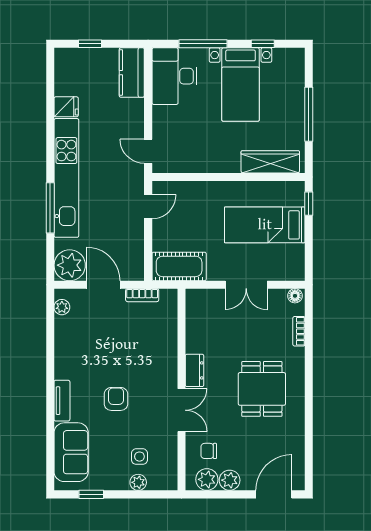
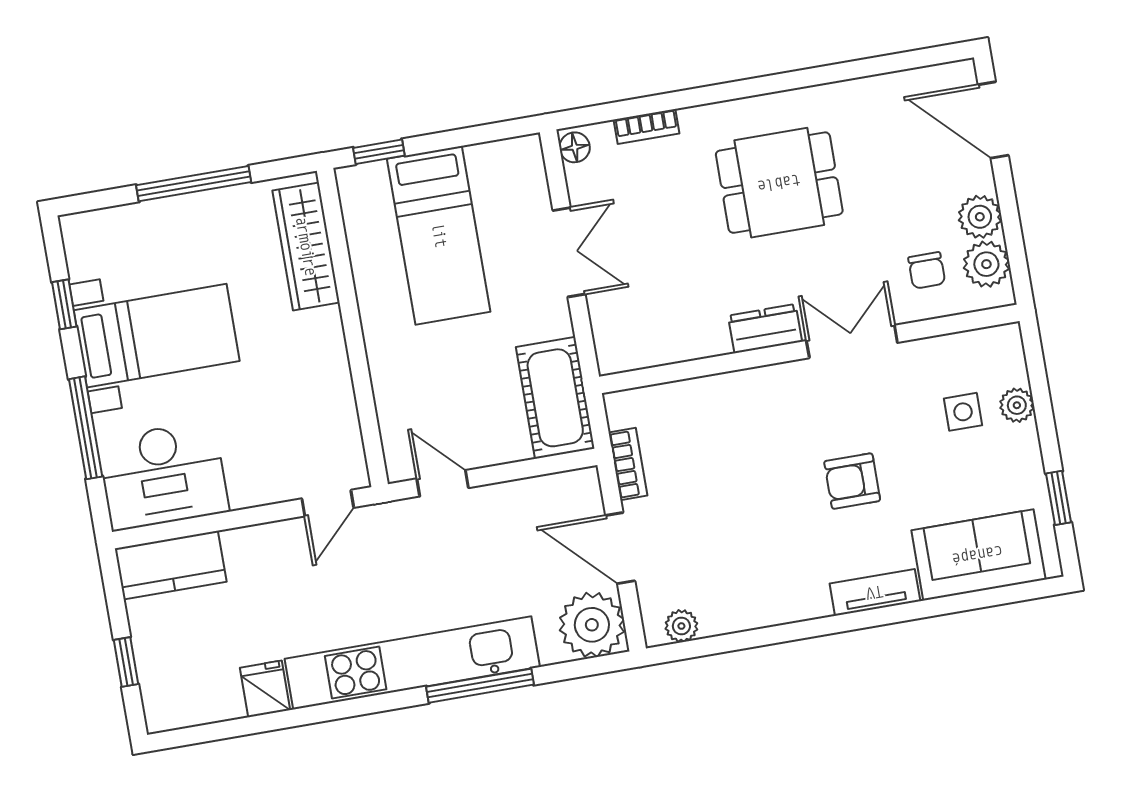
door: (103, 285) -> (620, 548), hinge flipped

